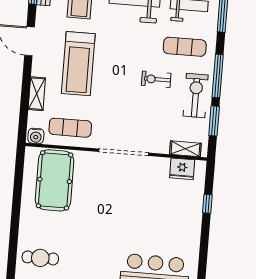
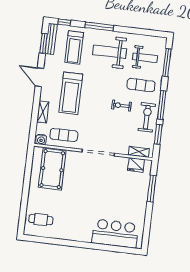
window: (207, 204) -> (152, 189), width x2.17

